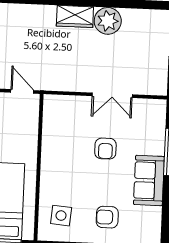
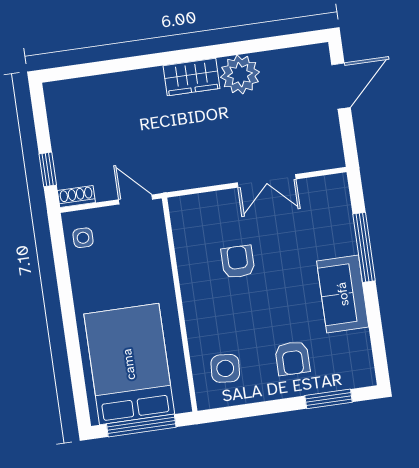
armchair: (105, 149) -> (238, 262), moved, turned 180
armchair: (107, 217) -> (292, 358), turned -90

